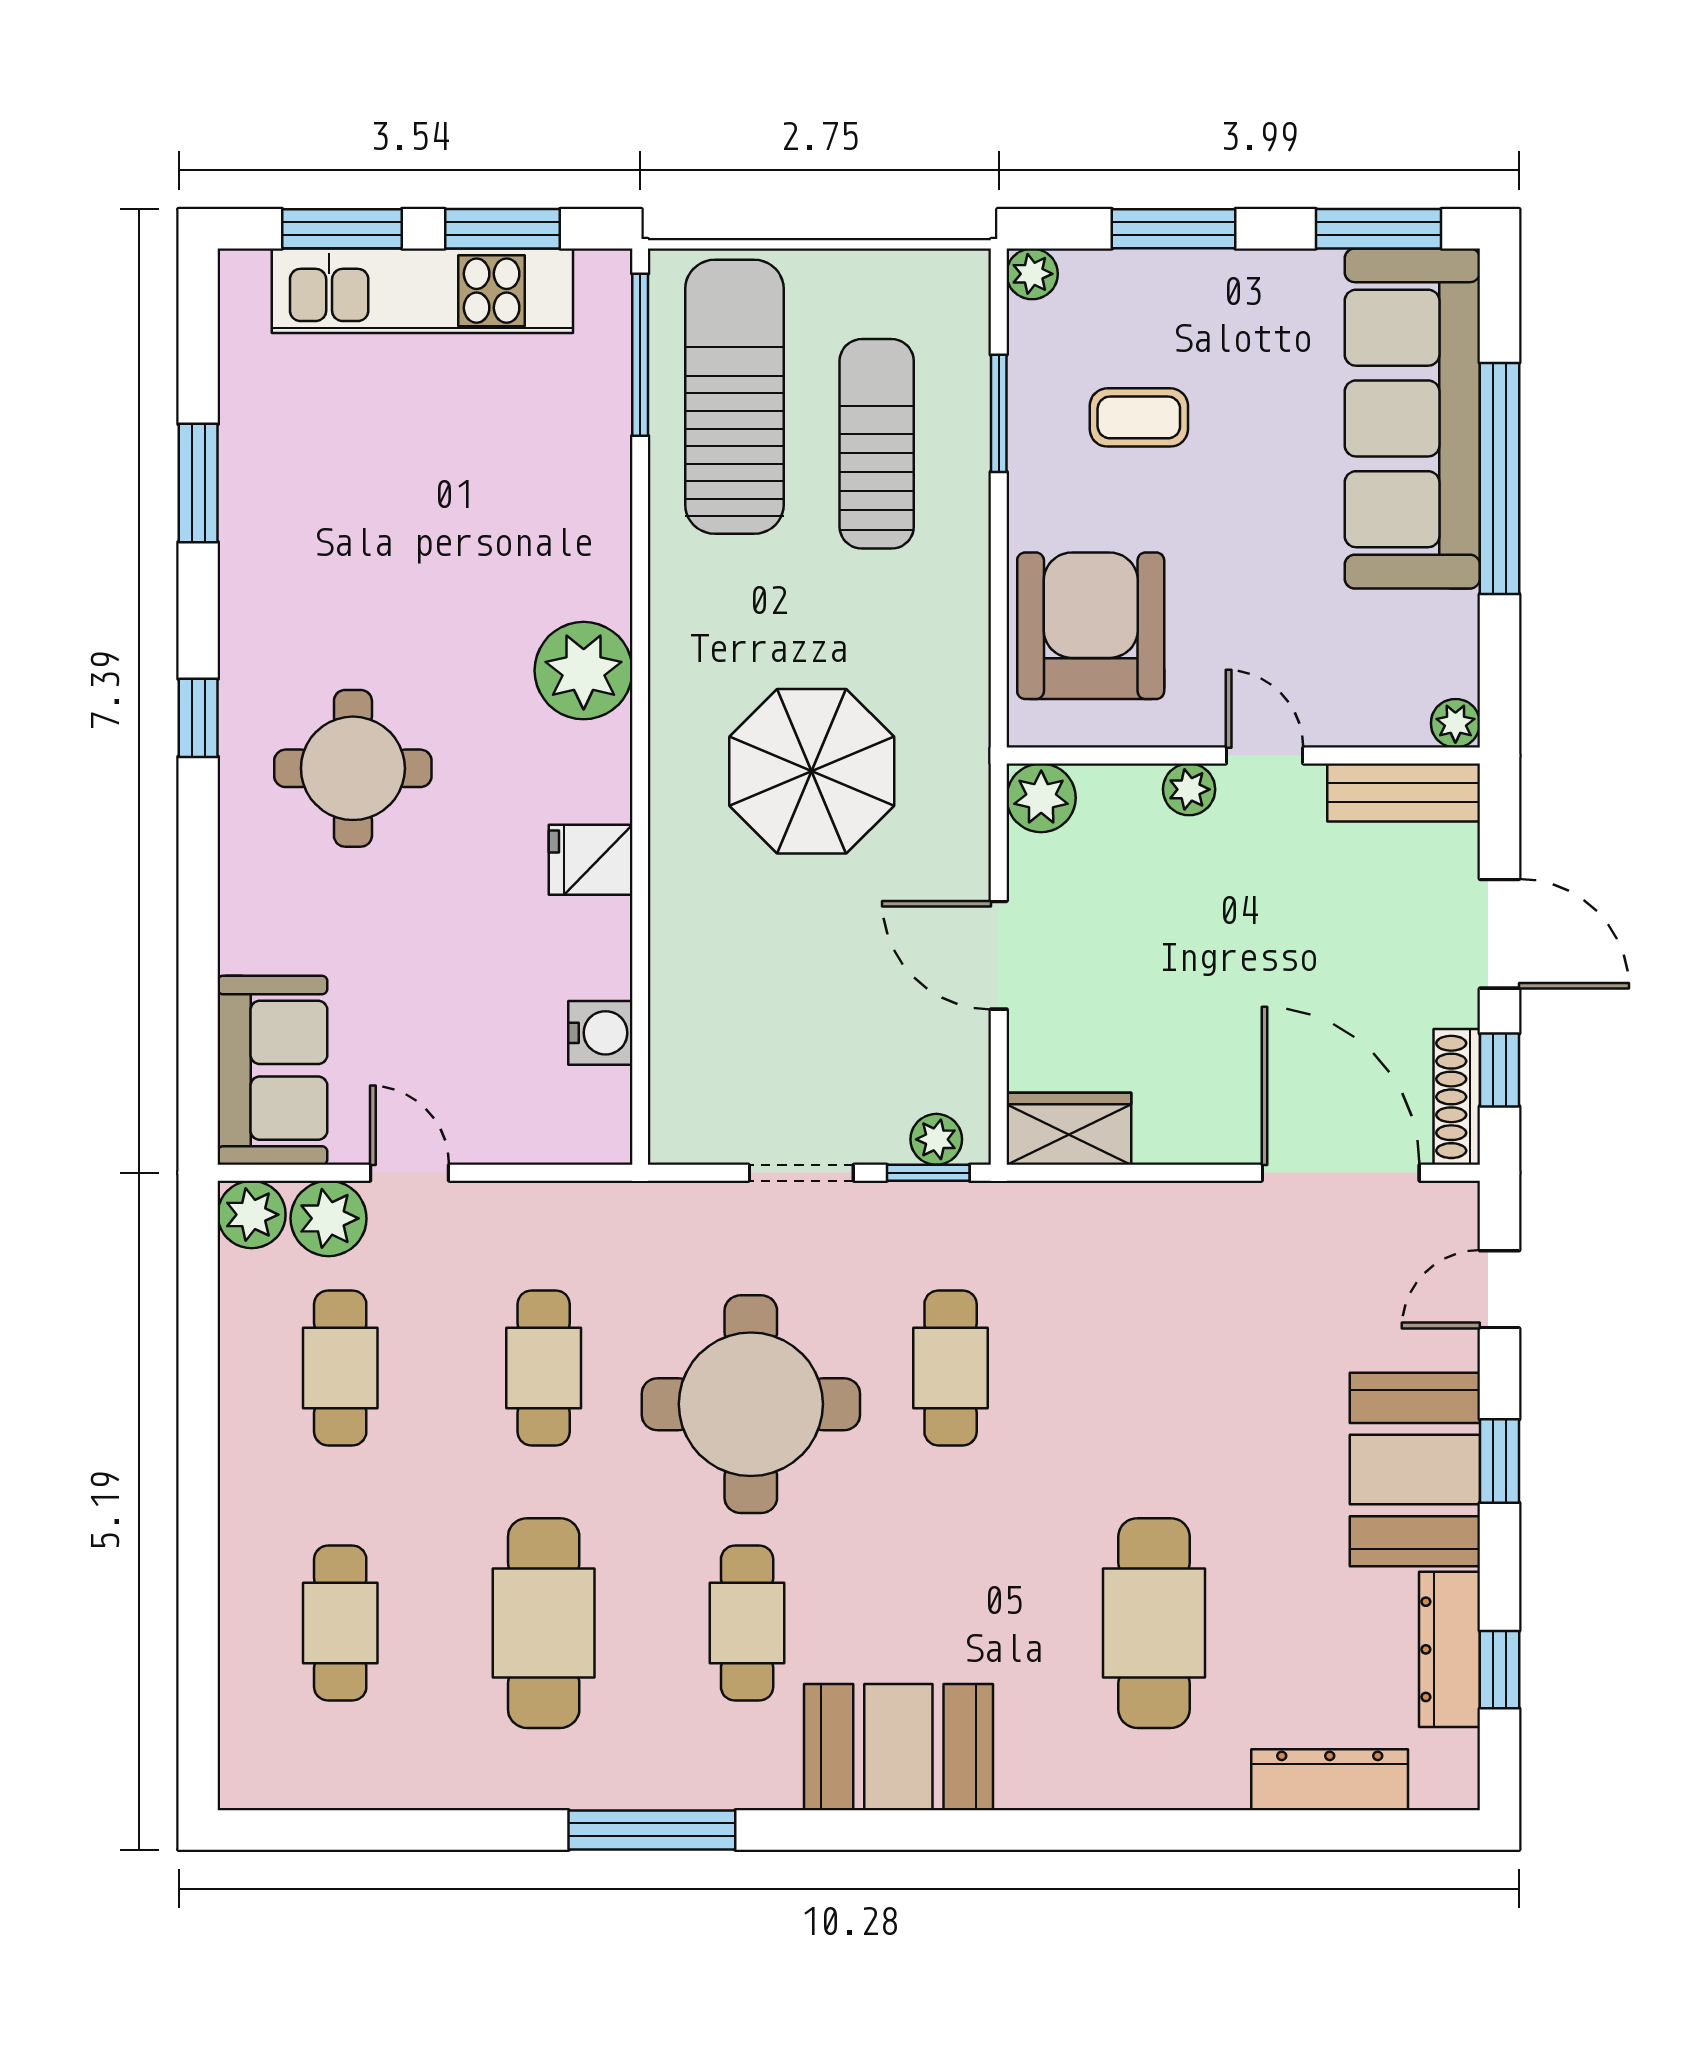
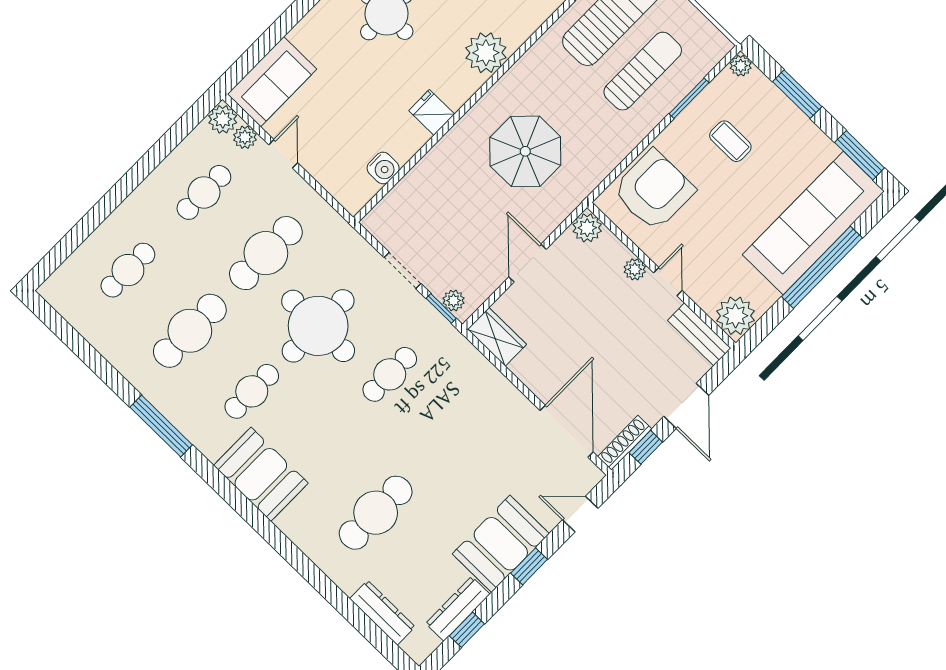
plant: (1455, 723) -> (735, 316), width x1.88, depth x1.88
plant: (329, 1218) -> (245, 137), width x0.73, depth x0.73
cafe table: (544, 1368) -> (266, 253), width x1.37, depth x1.35

